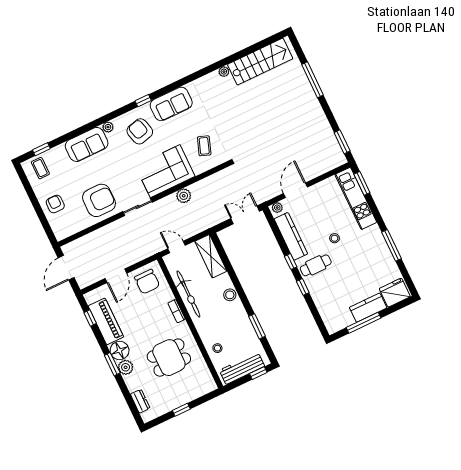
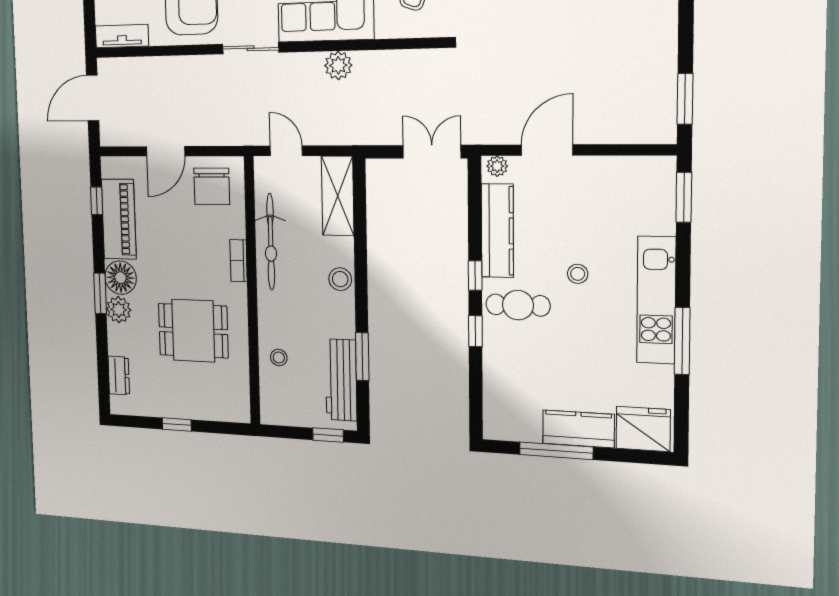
kitchen unit: (356, 198) -> (656, 300), moved
tv unit: (69, 230) -> (122, 36), added
workbench: (242, 368) -> (341, 380), moved, turned -90

